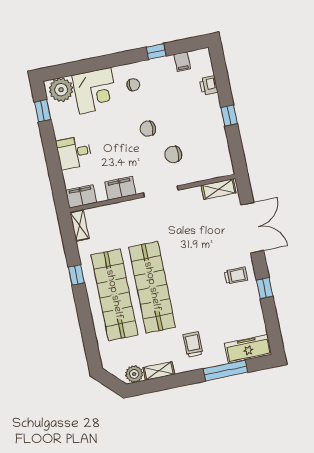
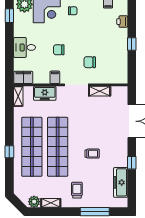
chair: (148, 129) -> (59, 50), moved
filing cabinet: (120, 188) -> (55, 77), width x0.50
shelving: (219, 189) -> (100, 91), moved
freezer: (117, 213) -> (45, 93), added
window: (76, 275) -> (9, 152), moved
trolley: (236, 276) -> (92, 154), moved
freezer: (248, 349) -> (121, 182), moved, turned -90

